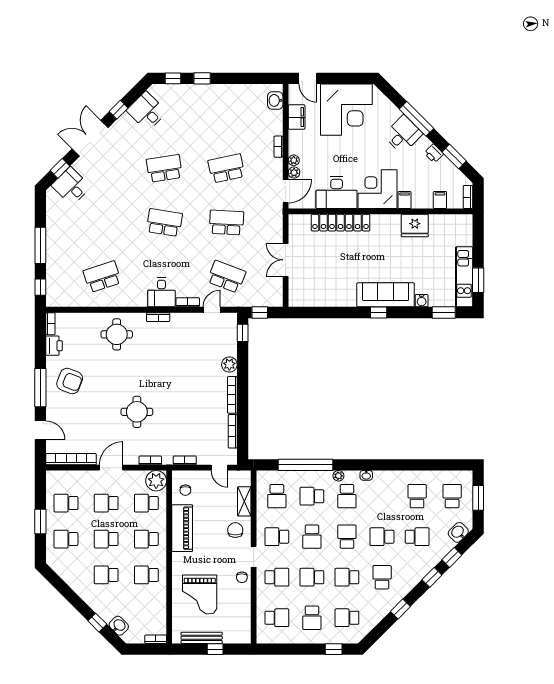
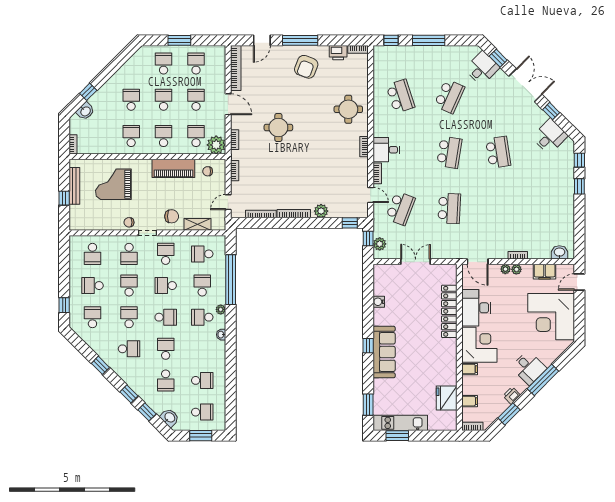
school desk: (226, 168) -> (449, 96), moved, turned 36
plant: (294, 173) -> (516, 269), moved
fridge: (415, 226) -> (447, 398), moved
plant: (266, 300) -> (380, 244), added
water cooler: (422, 301) -> (379, 302), moved

